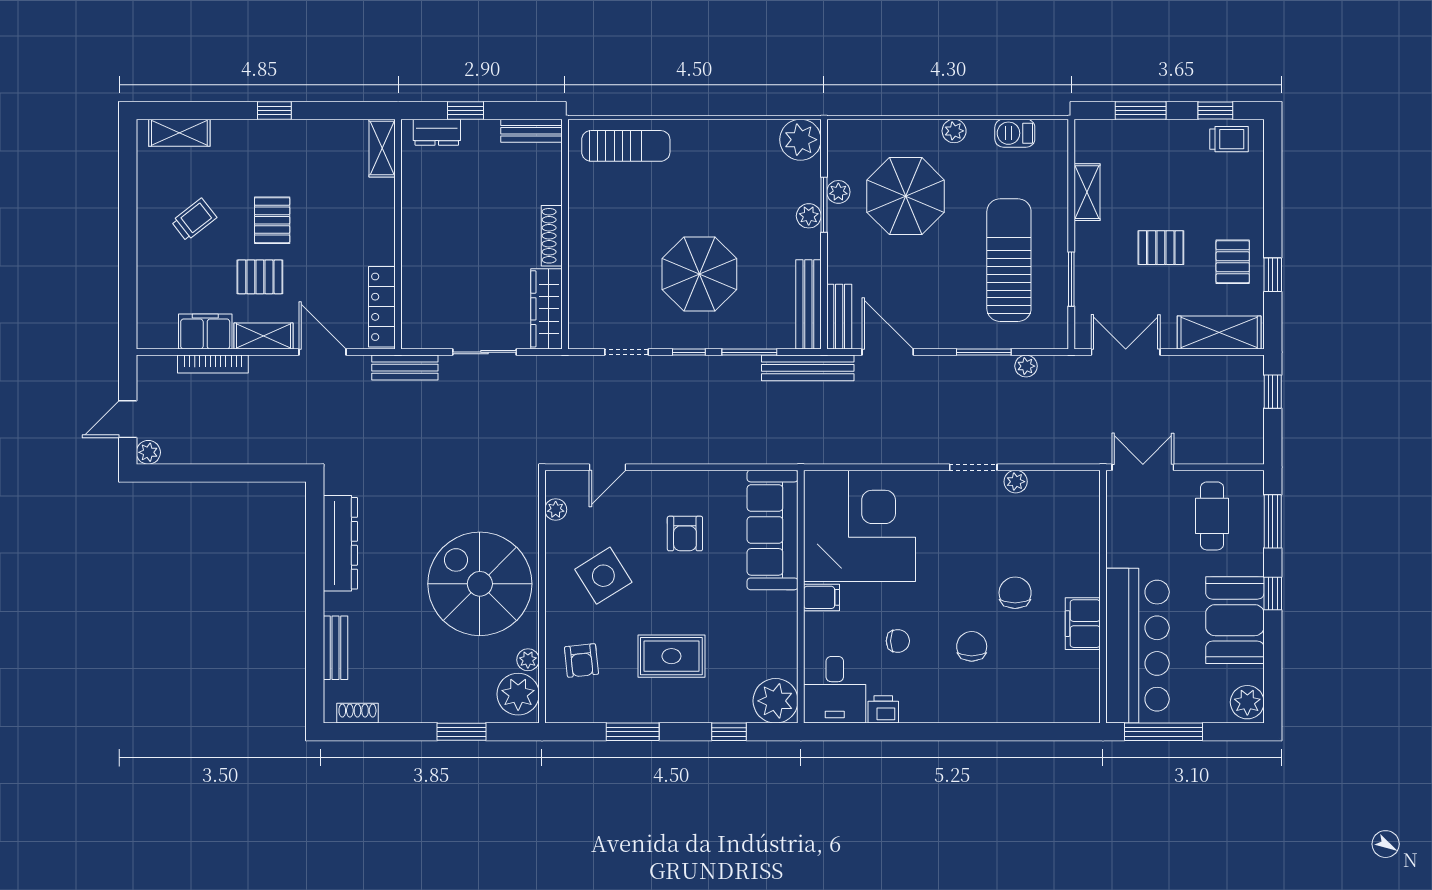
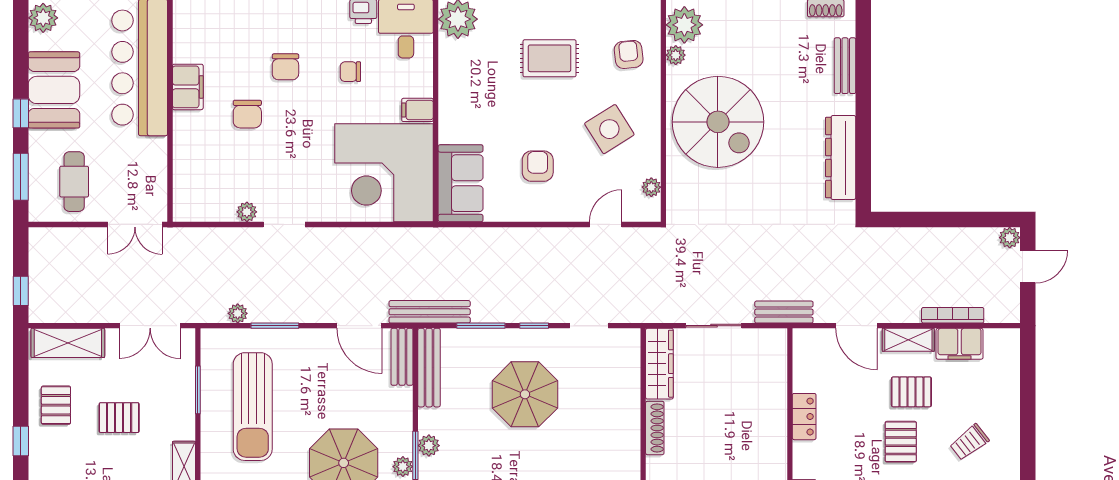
window: (1273, 275) -> (21, 441), moved
locker: (382, 307) -> (804, 417), moved, width x0.66
sofa: (773, 530) -> (461, 183), width x0.73

